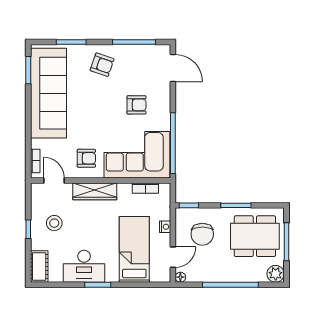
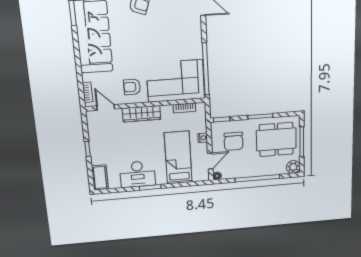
armchair: (136, 105) -> (172, 38), removed
armchair: (86, 158) -> (132, 87), turned 180
stool: (54, 223) -> (109, 142), removed

